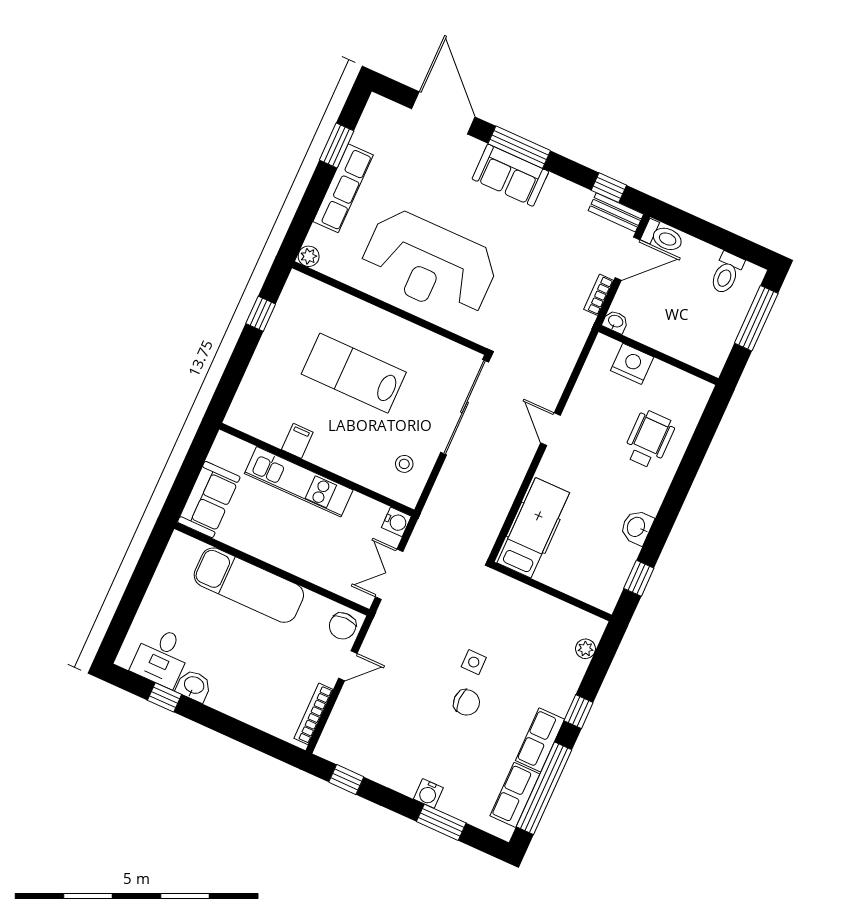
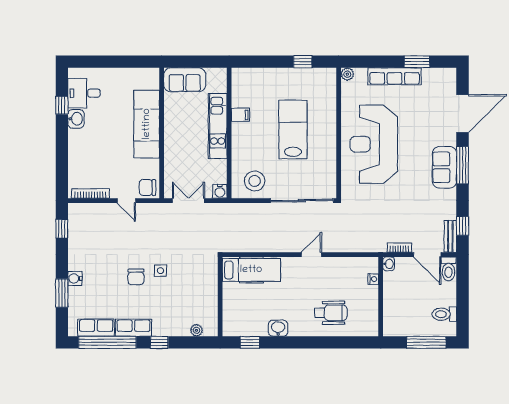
nightstand: (632, 364) -> (373, 279), width x0.53, depth x0.56
stool: (404, 464) -> (255, 181), width x1.89, depth x1.89

